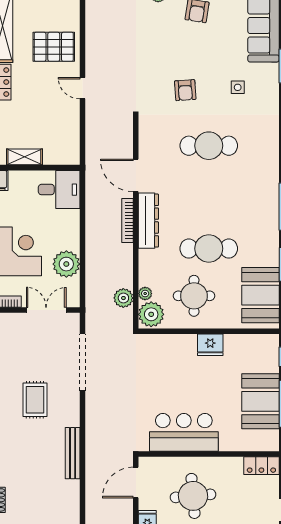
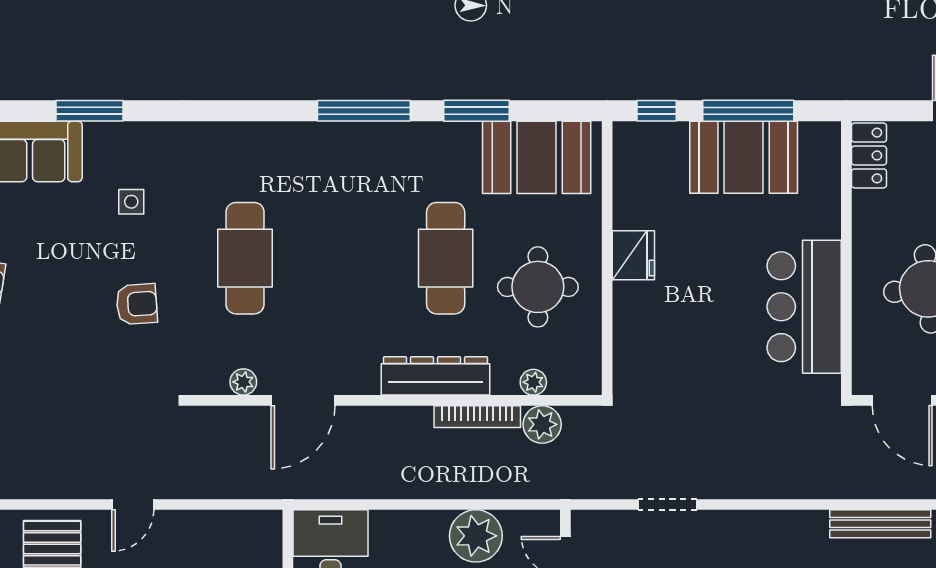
bookcase: (127, 220) -> (477, 417), moved
dresser: (148, 221) -> (436, 376), moved
plant: (151, 314) -> (243, 382), moved, width x0.53, depth x0.53
doorway: (82, 362) -> (668, 504), width x0.53
bench: (73, 453) -> (880, 524), moved

